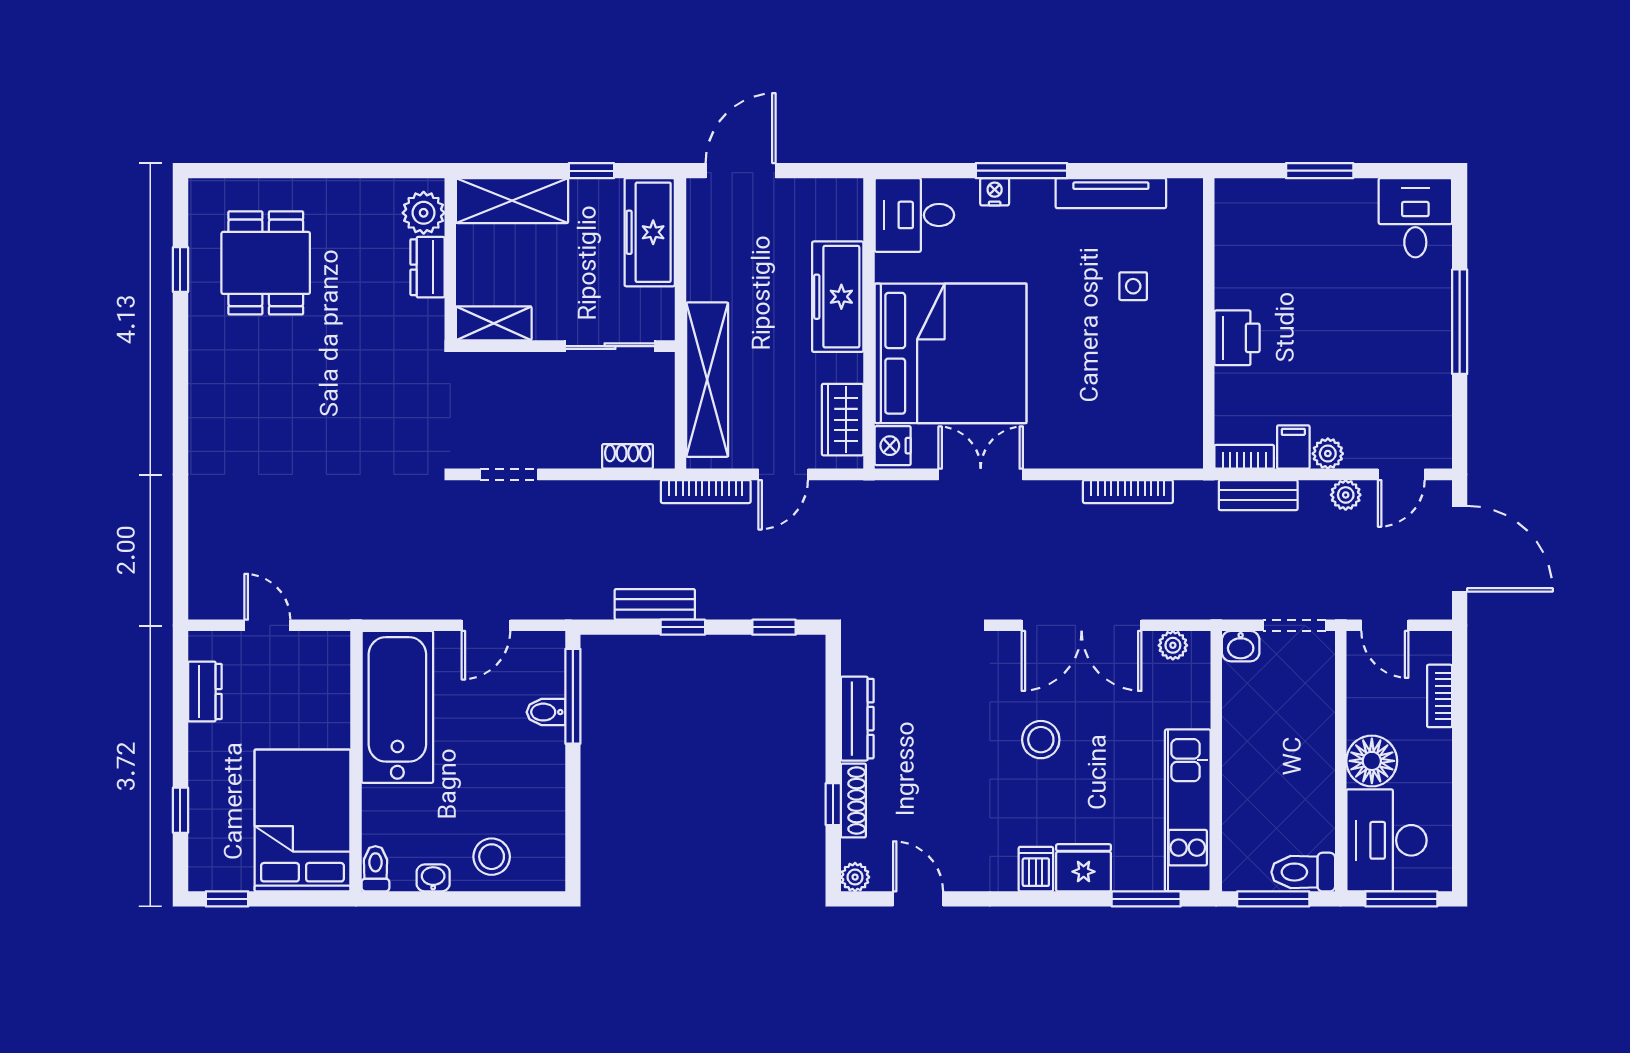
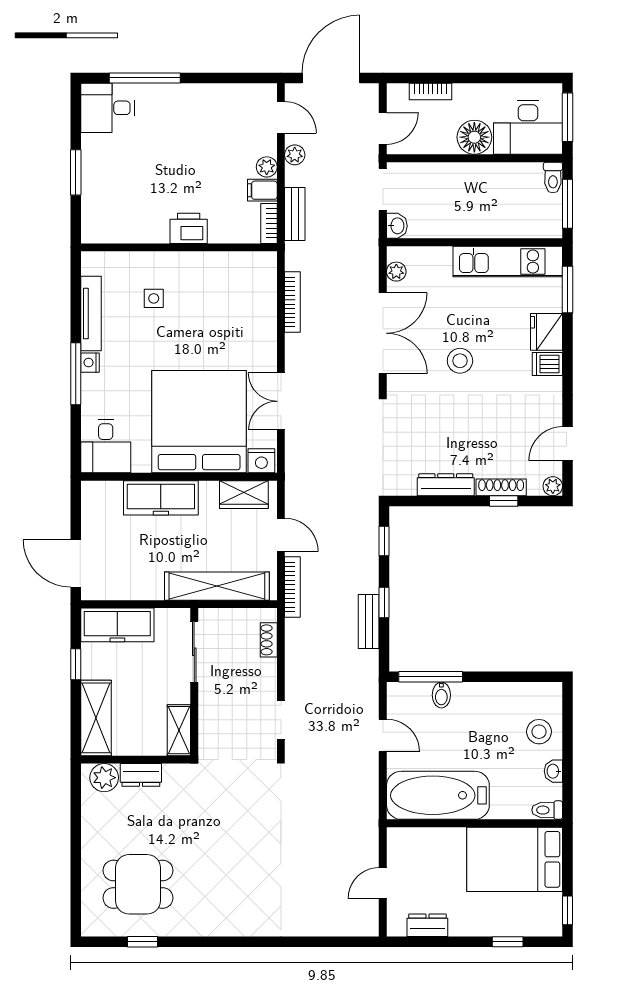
nightstand: (995, 192) -> (90, 363), moved
window: (1460, 322) -> (145, 78), moved
toilet: (1303, 872) -> (553, 178), width x0.73, depth x0.72

